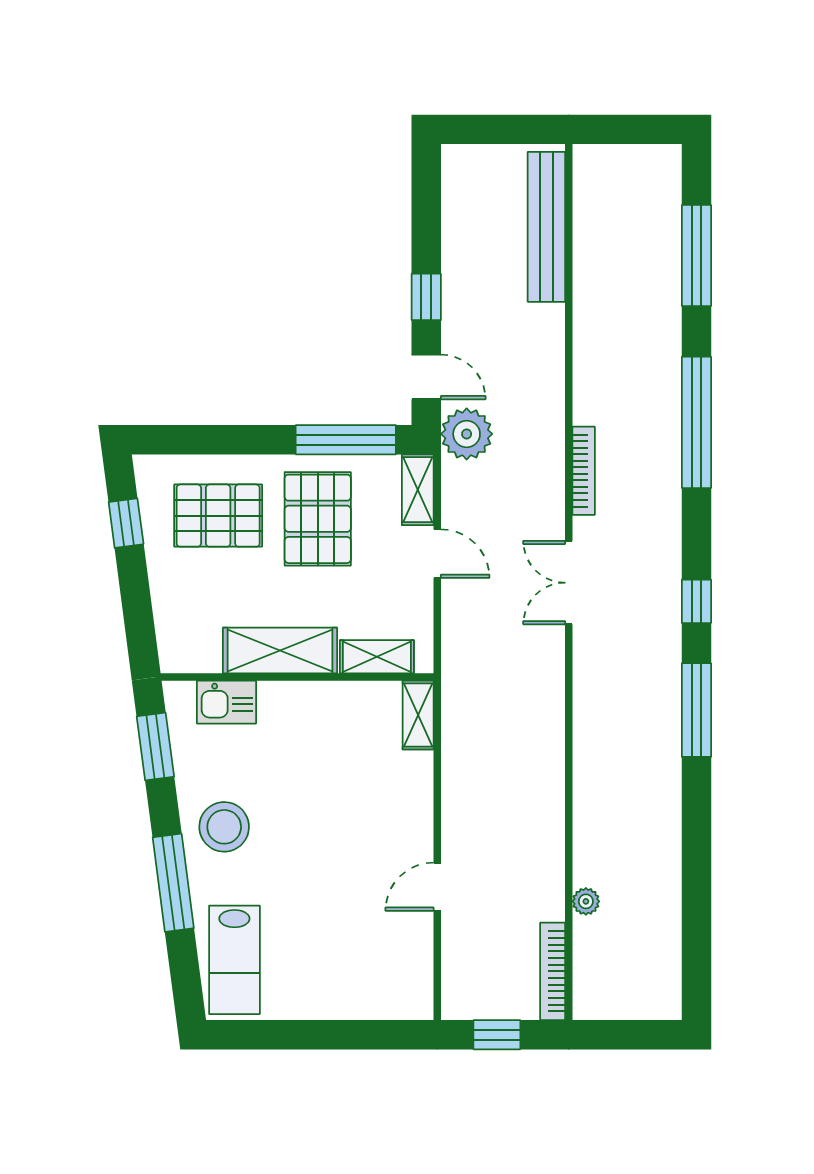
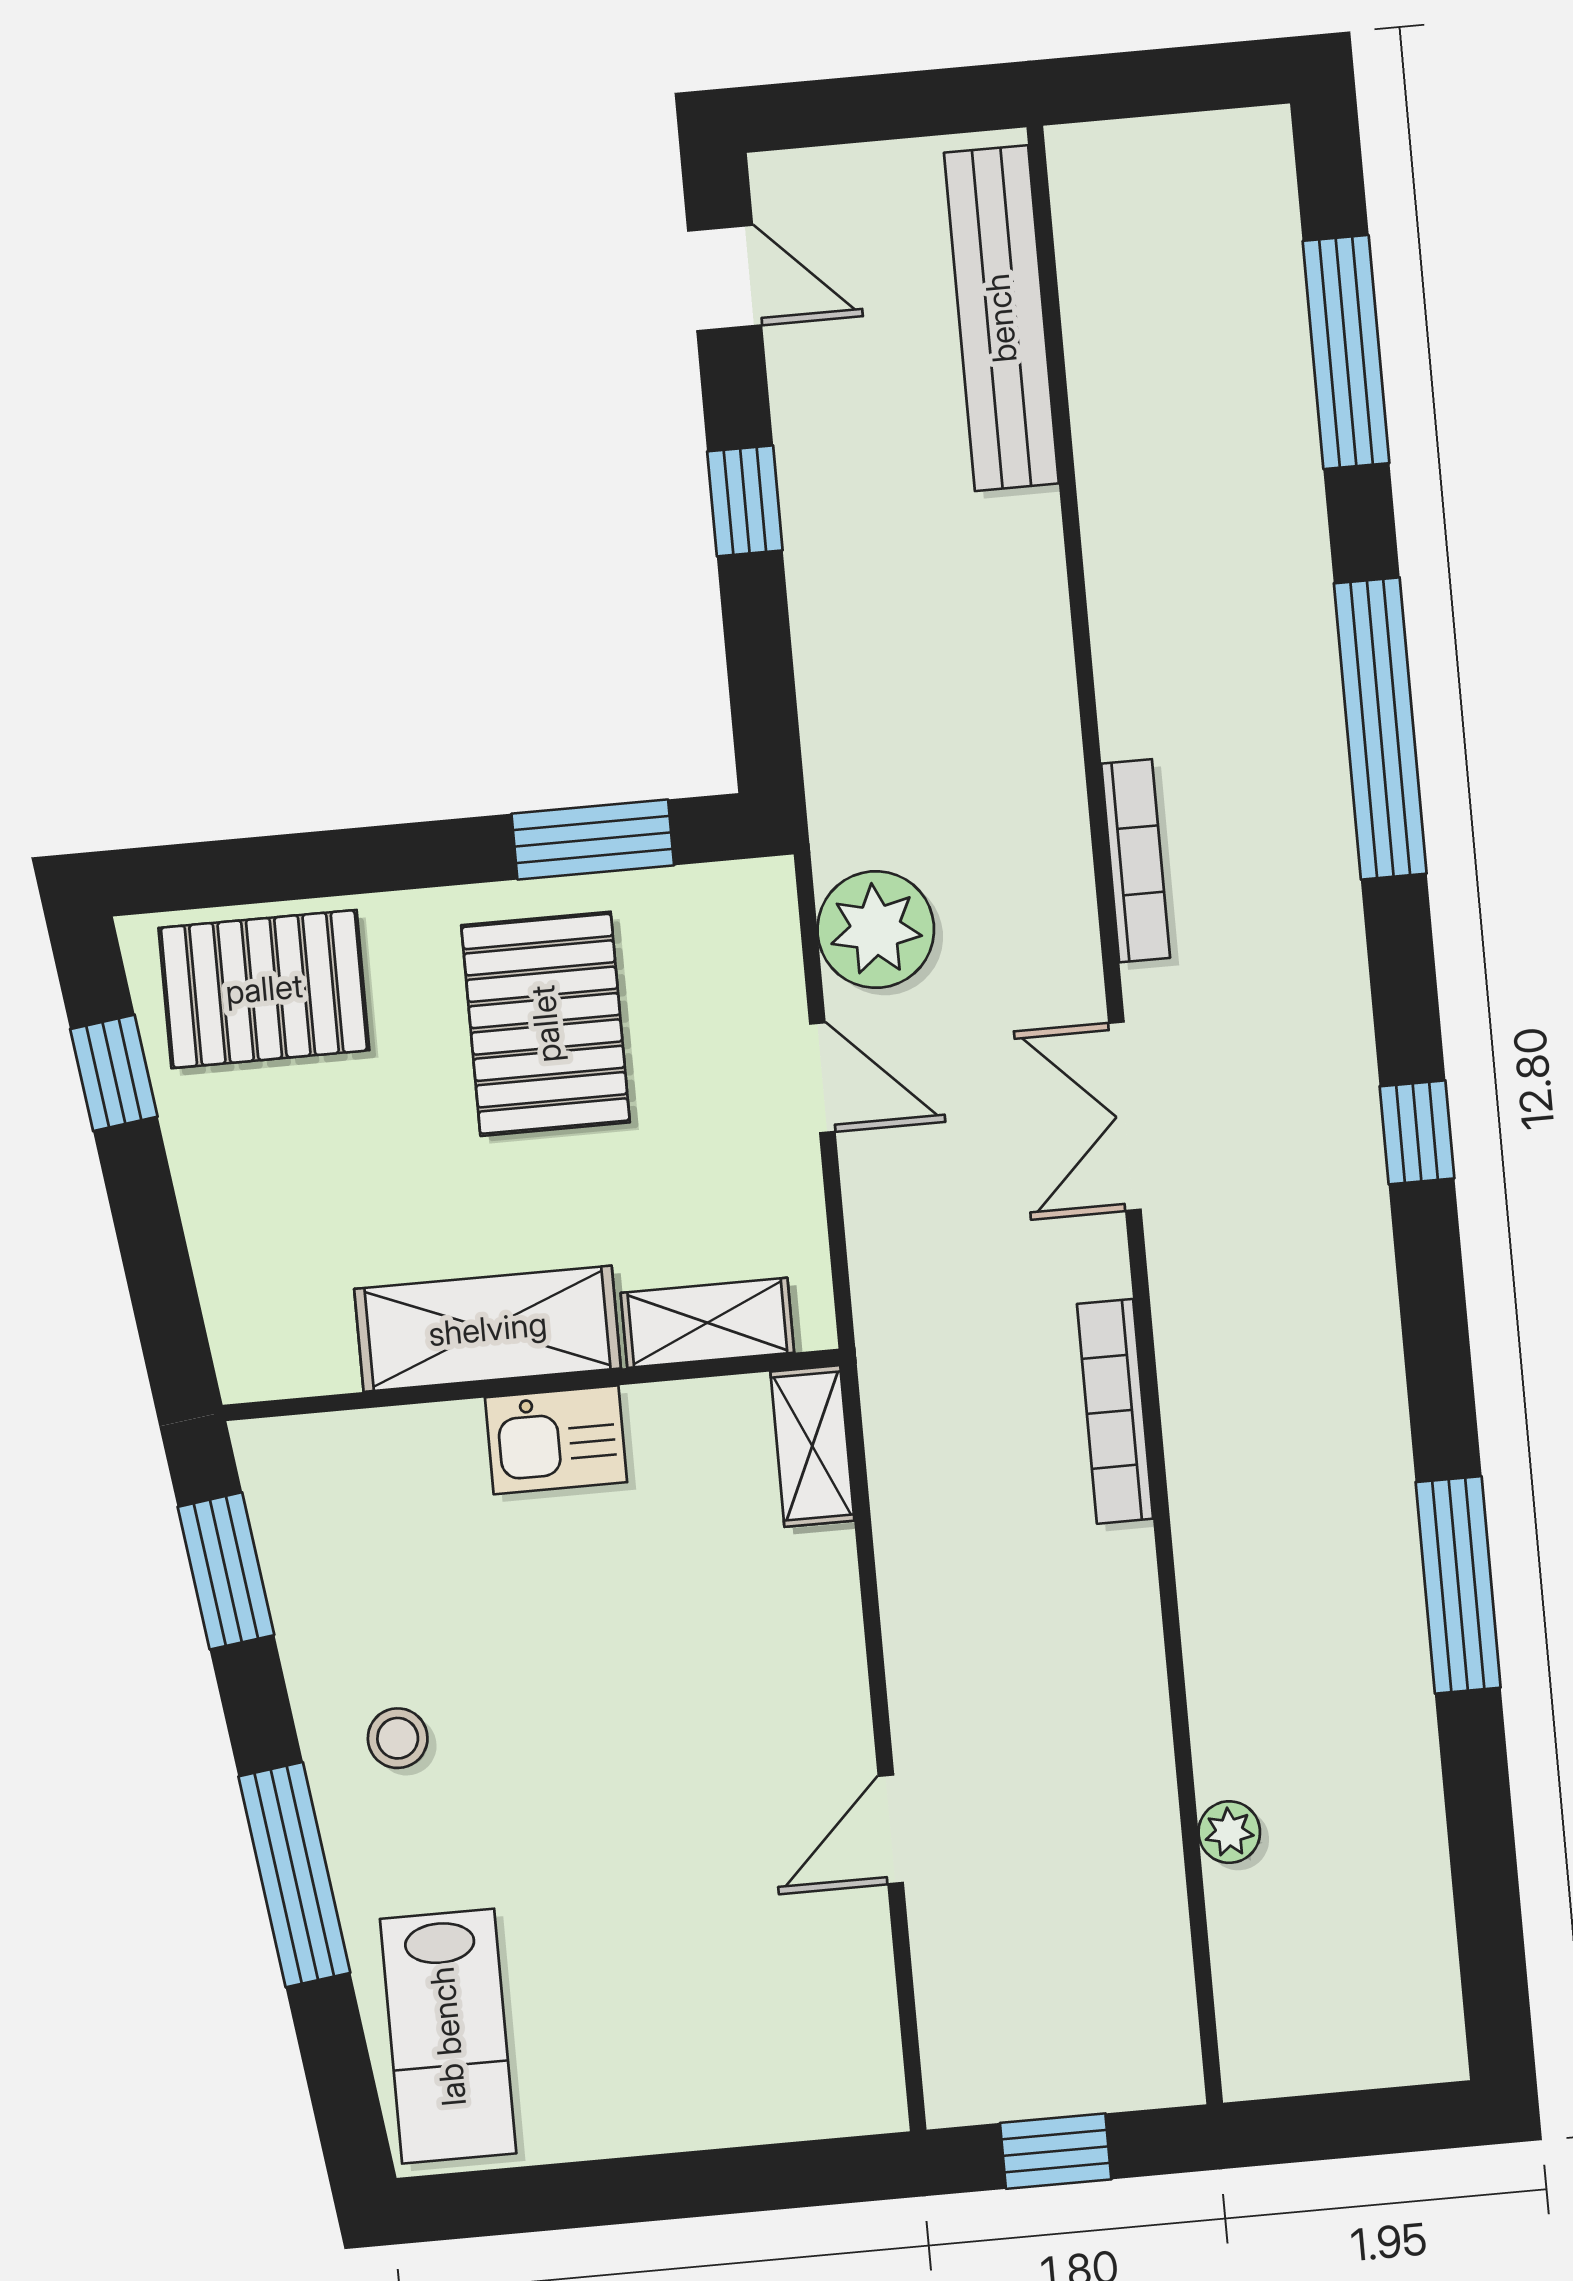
door: (426, 377) -> (725, 278), moved
plant: (467, 434) -> (876, 930), moved
window: (346, 440) -> (593, 840), width x0.69
shelving: (418, 490) -> (765, 938), removed
pallet: (218, 516) -> (264, 989), moved
kitchen sink: (227, 702) -> (556, 1440), moved
window: (696, 710) -> (1458, 1585), moved
stool: (224, 827) -> (398, 1738), width x0.53, depth x0.53
bookcase: (553, 971) -> (1115, 1411), moved

